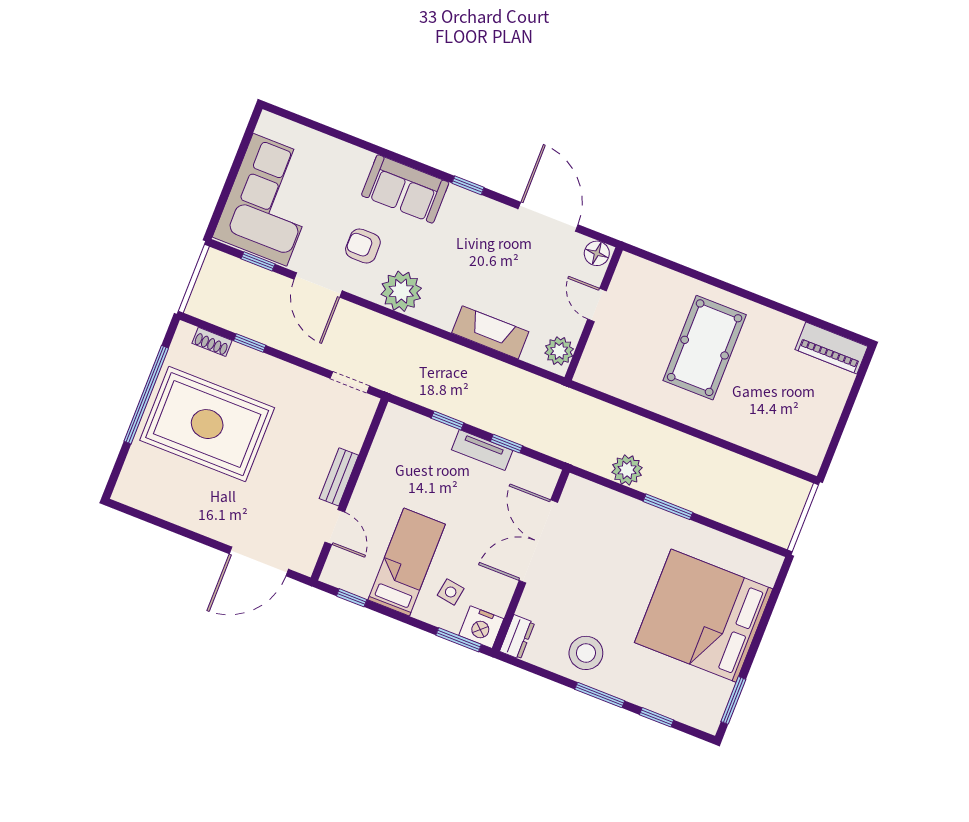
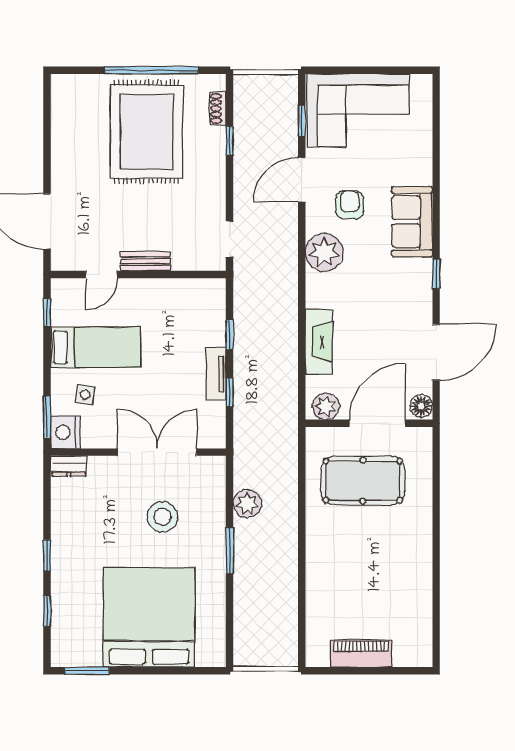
door: (597, 305) -> (377, 423), width x1.88
pool table: (705, 348) -> (363, 481), moved
piano: (831, 348) -> (361, 653), moved, turned 90
stool: (586, 653) -> (162, 517), moved
window: (600, 695) -> (47, 555), width x0.67

